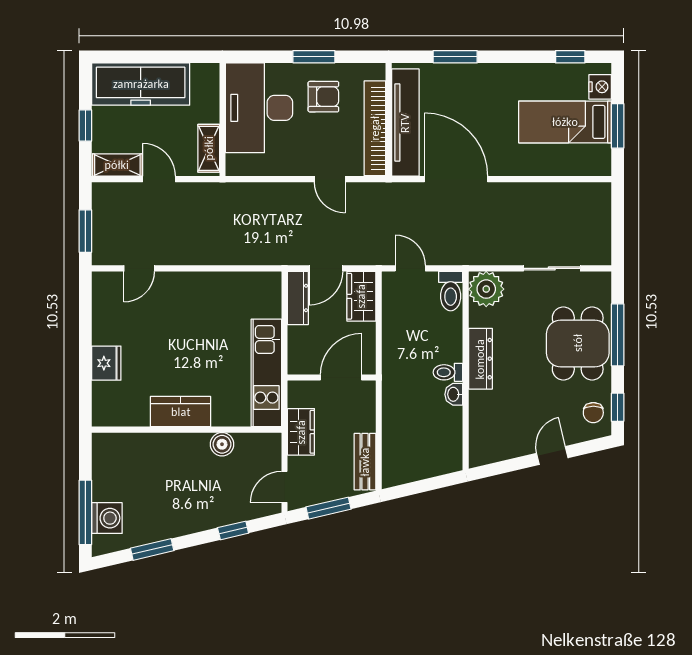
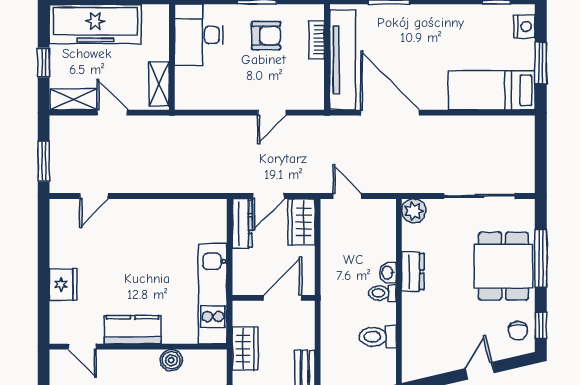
desk: (259, 108) -> (199, 35), width x0.73, depth x0.77
bed: (565, 122) -> (492, 90), moved
bookcase: (375, 128) -> (317, 40), width x0.43, depth x0.76
door: (330, 179) -> (272, 113), hinge flipped
sliding door: (552, 268) -> (479, 196), width x1.37
plant: (486, 289) -> (414, 211), width x0.73, depth x0.73
toilet: (451, 291) -> (378, 337), moved, turned 90
dresser: (480, 359) -> (413, 272), width x0.70
washbasin: (454, 394) -> (388, 273), moved
door: (127, 430) -> (82, 347), added

